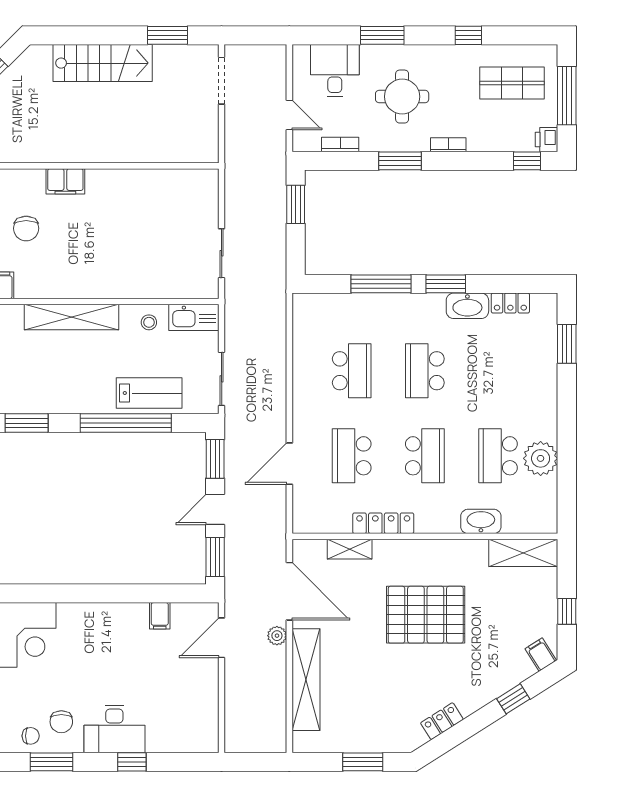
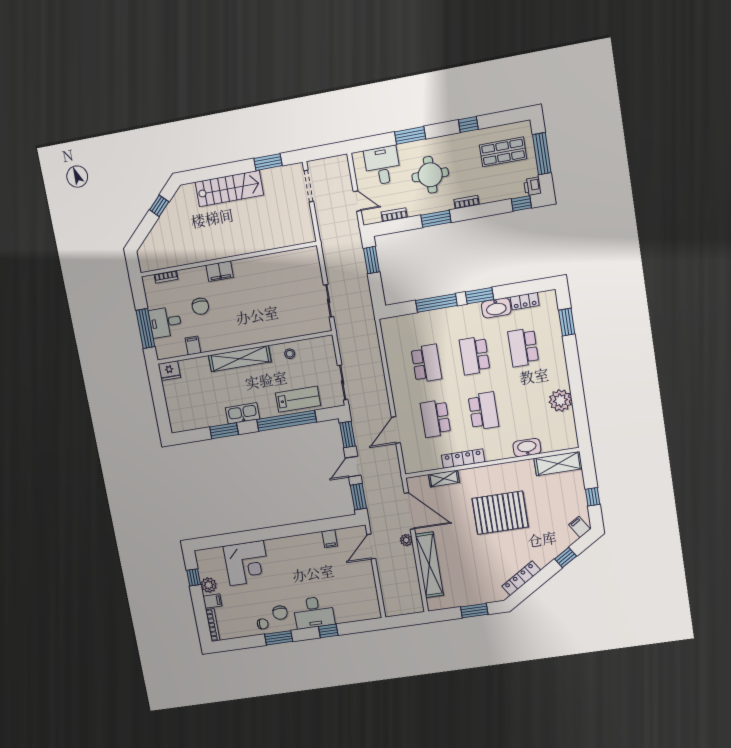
kitchen sink: (194, 317) -> (243, 413), moved, turned 180
school desk: (498, 456) -> (523, 347), moved
locker: (442, 721) -> (521, 578), width x1.53

